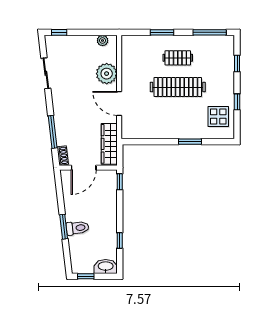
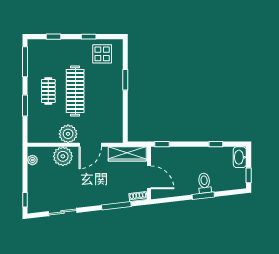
plant: (131, 79) -> (68, 134), added

